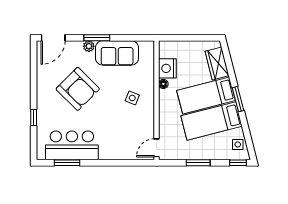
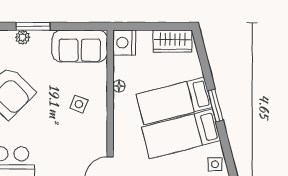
sofa: (117, 53) -> (80, 46), moved
wardrobe: (217, 63) -> (172, 41), moved, turned -76
nightstand: (167, 68) -> (124, 43), moved

